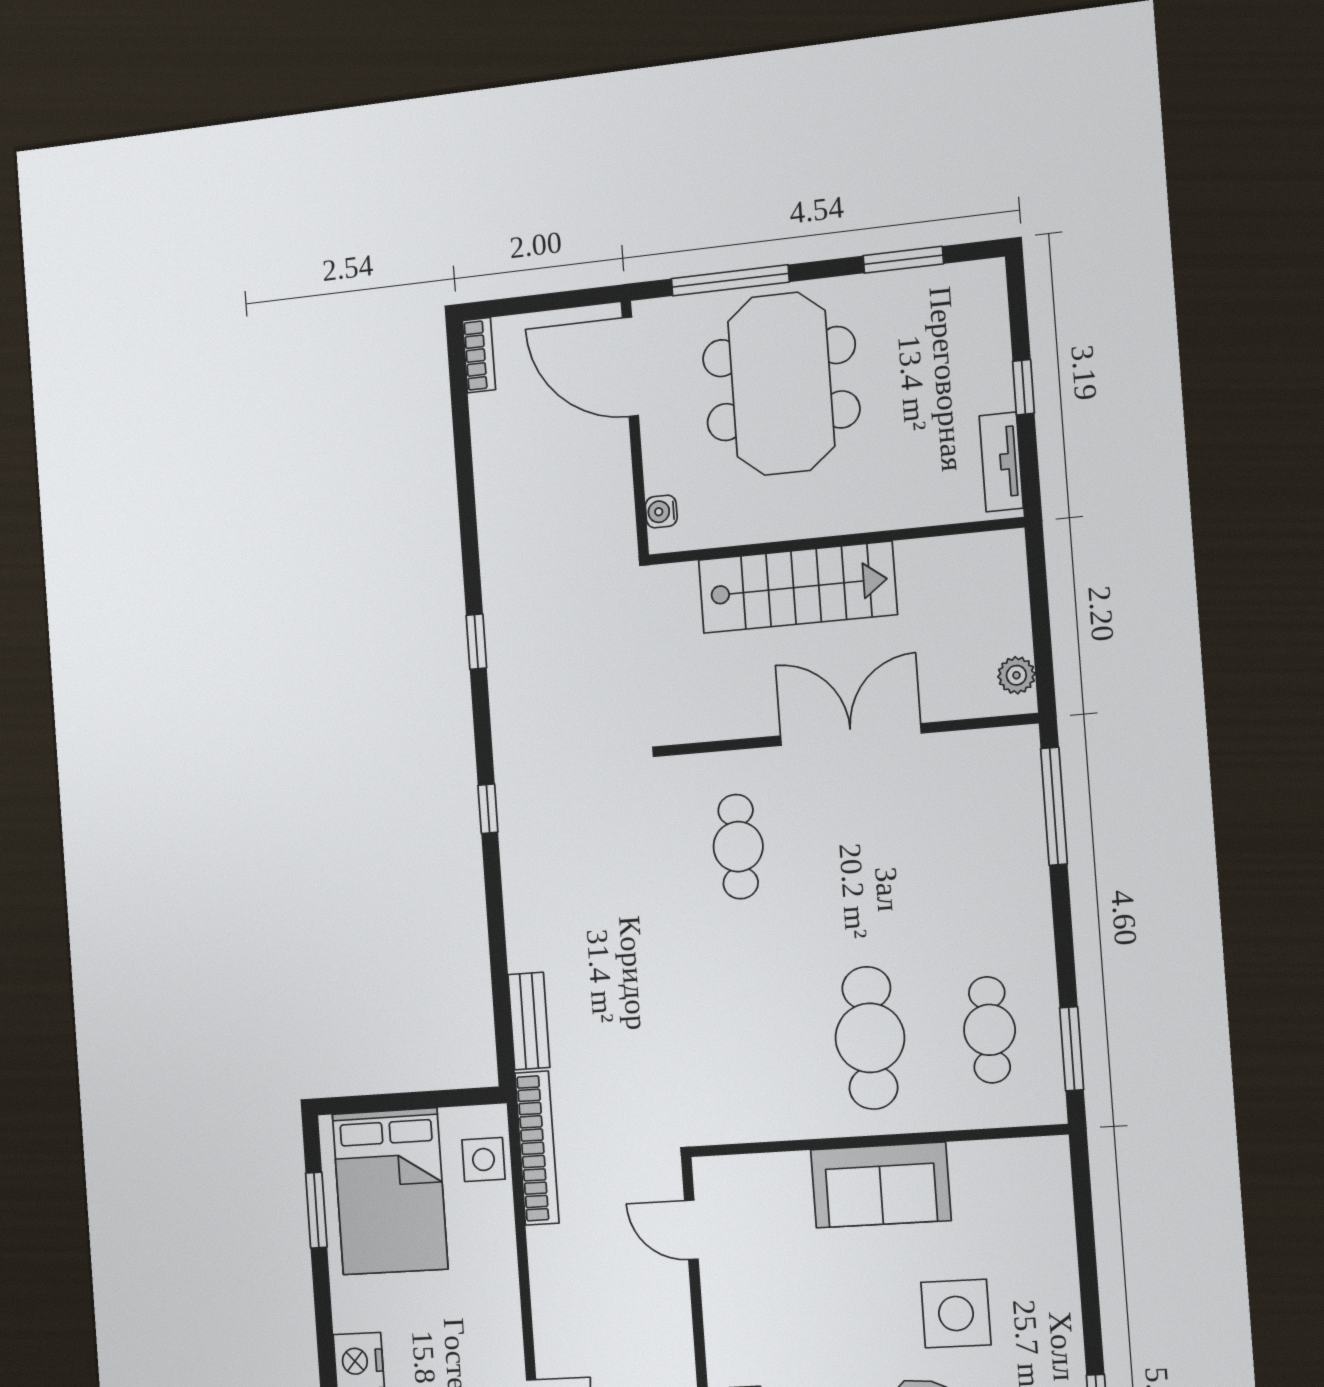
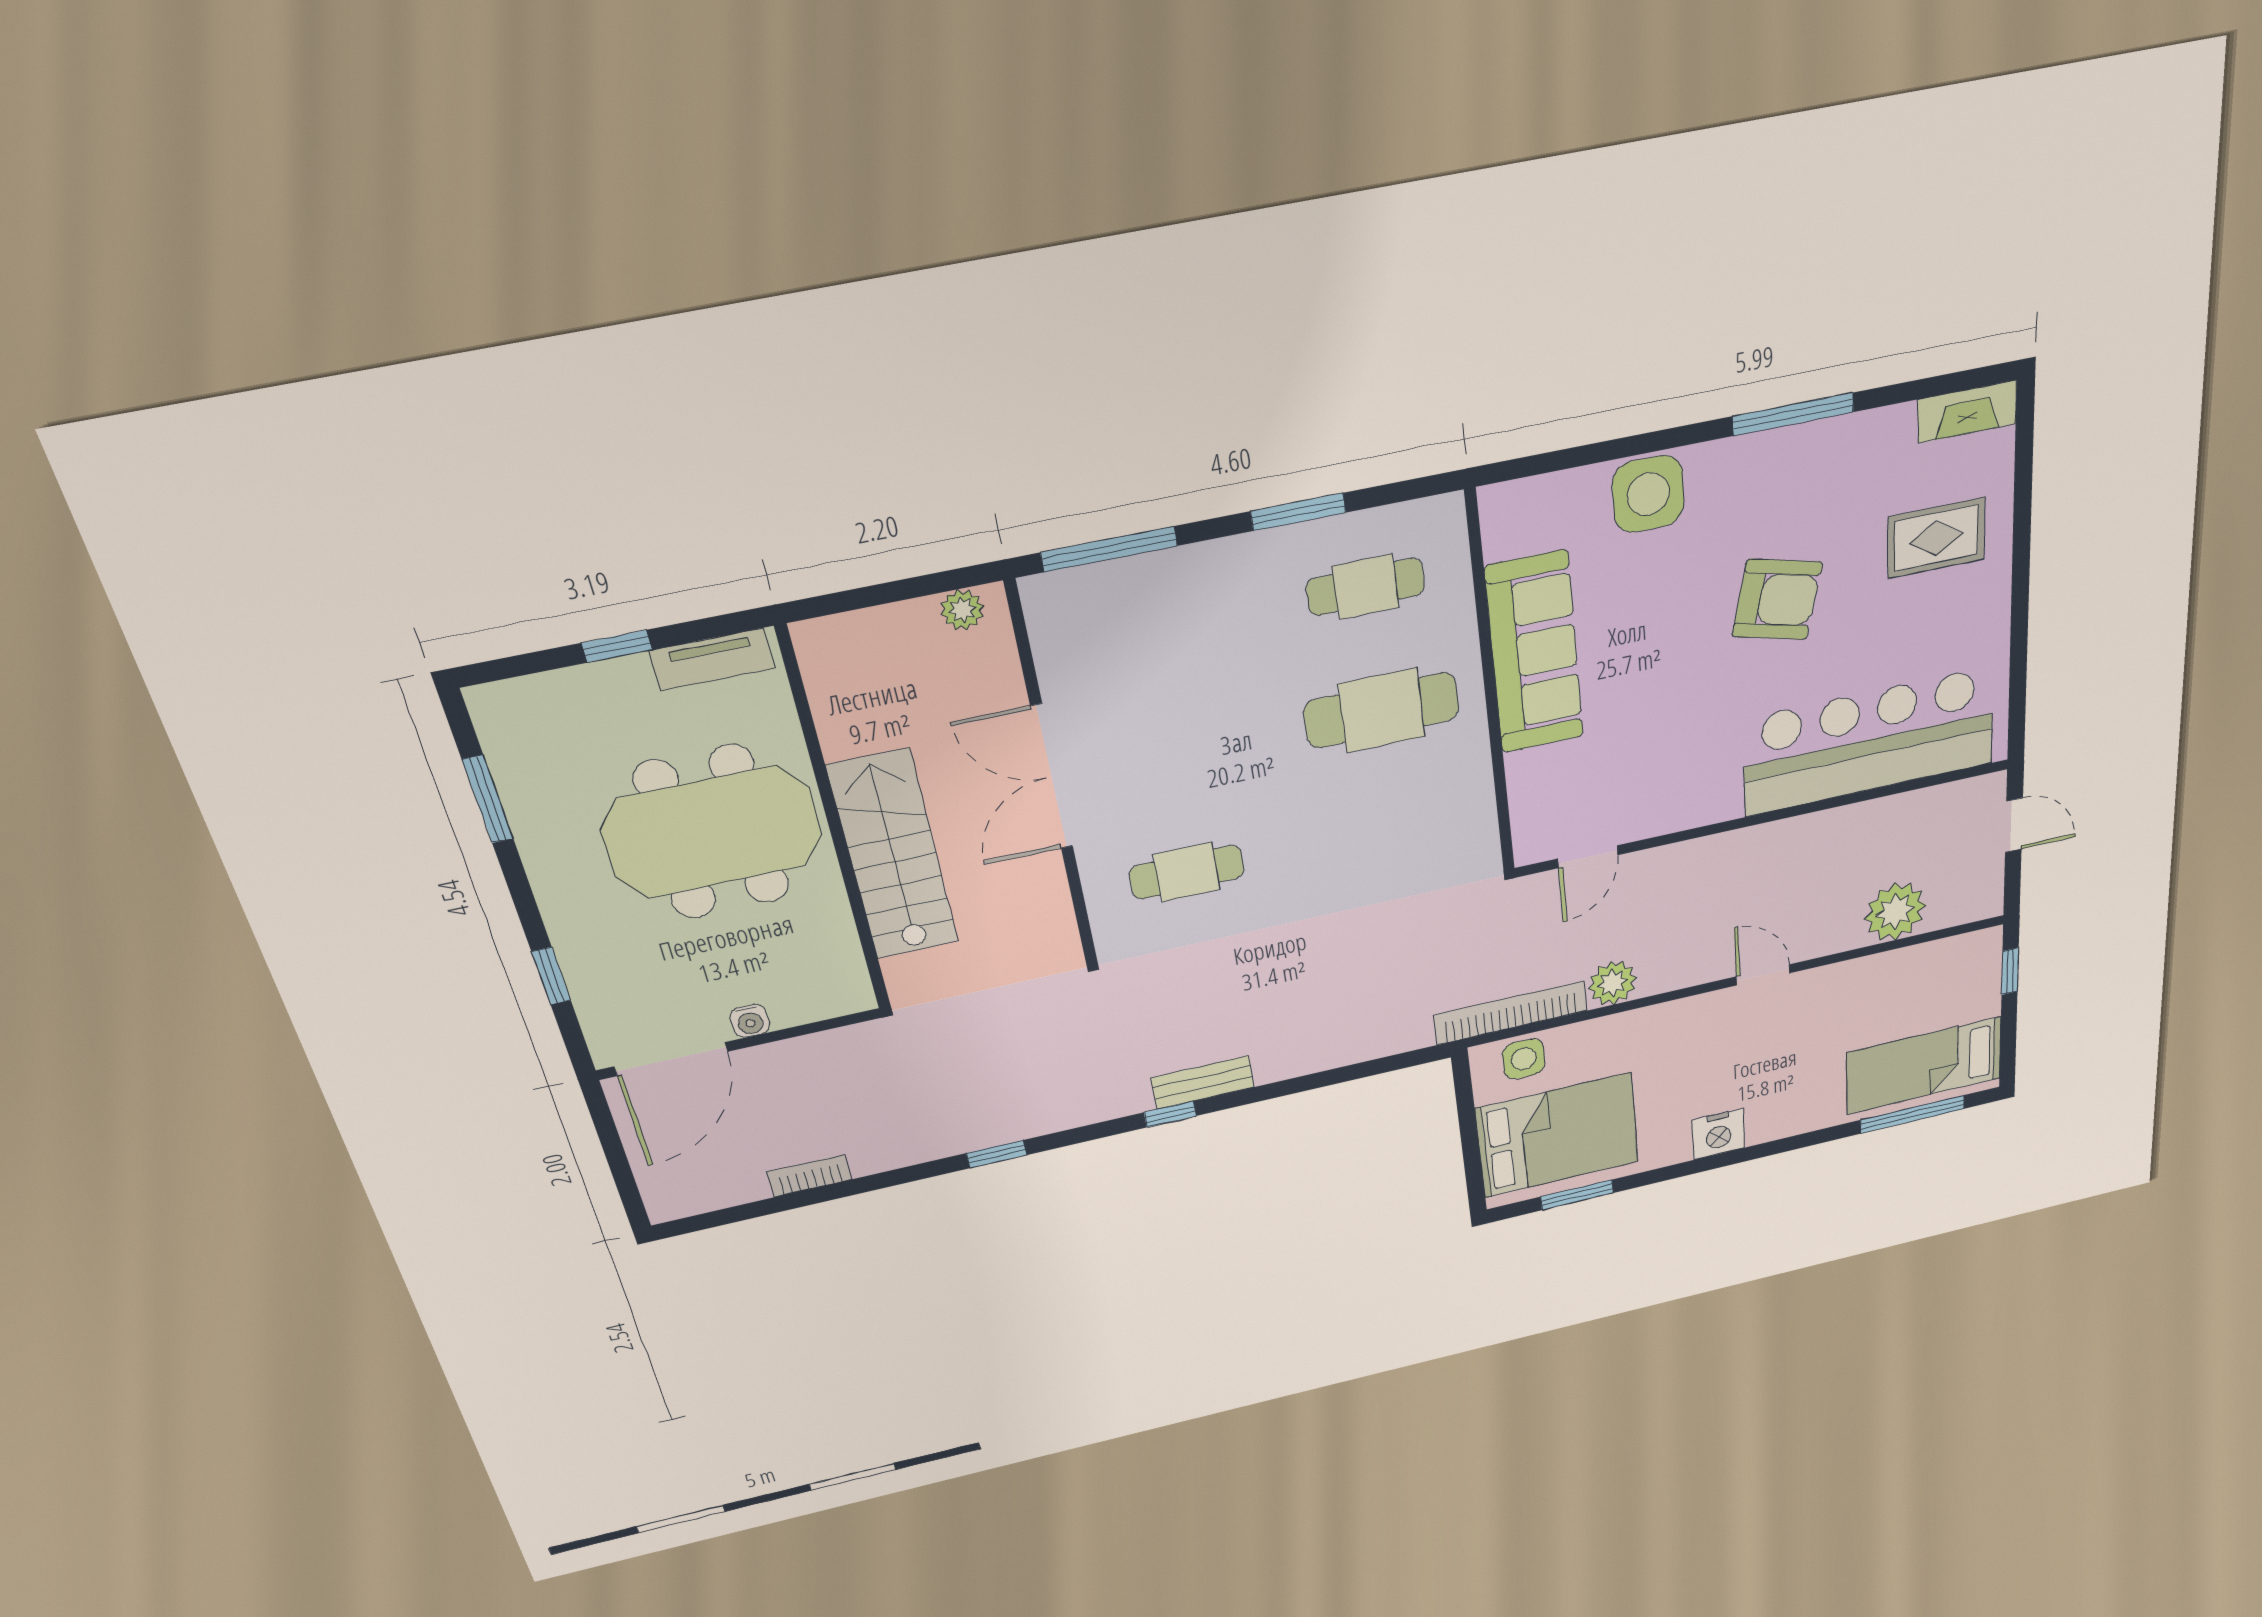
window: (730, 280) -> (551, 976), width x0.46
bookcase: (479, 355) -> (810, 1176), moved
meeting table: (781, 384) -> (712, 832), moved
water cooler: (661, 512) -> (750, 1021), moved
bench: (529, 1021) -> (1203, 1082), moved
window: (1072, 1049) -> (1298, 512), moved
sofa: (881, 1185) -> (1535, 653), width x1.36
plant: (551, 1252) -> (1613, 983), added
side table: (956, 1314) -> (1648, 494), moved

